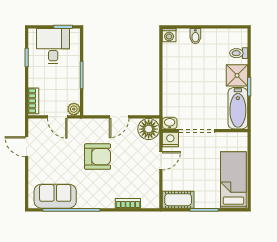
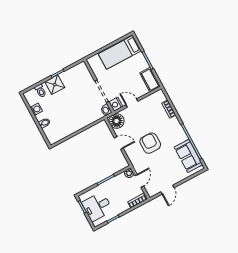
washing machine: (169, 35) -> (36, 109), moved
bathtub: (238, 108) -> (74, 73), removed

